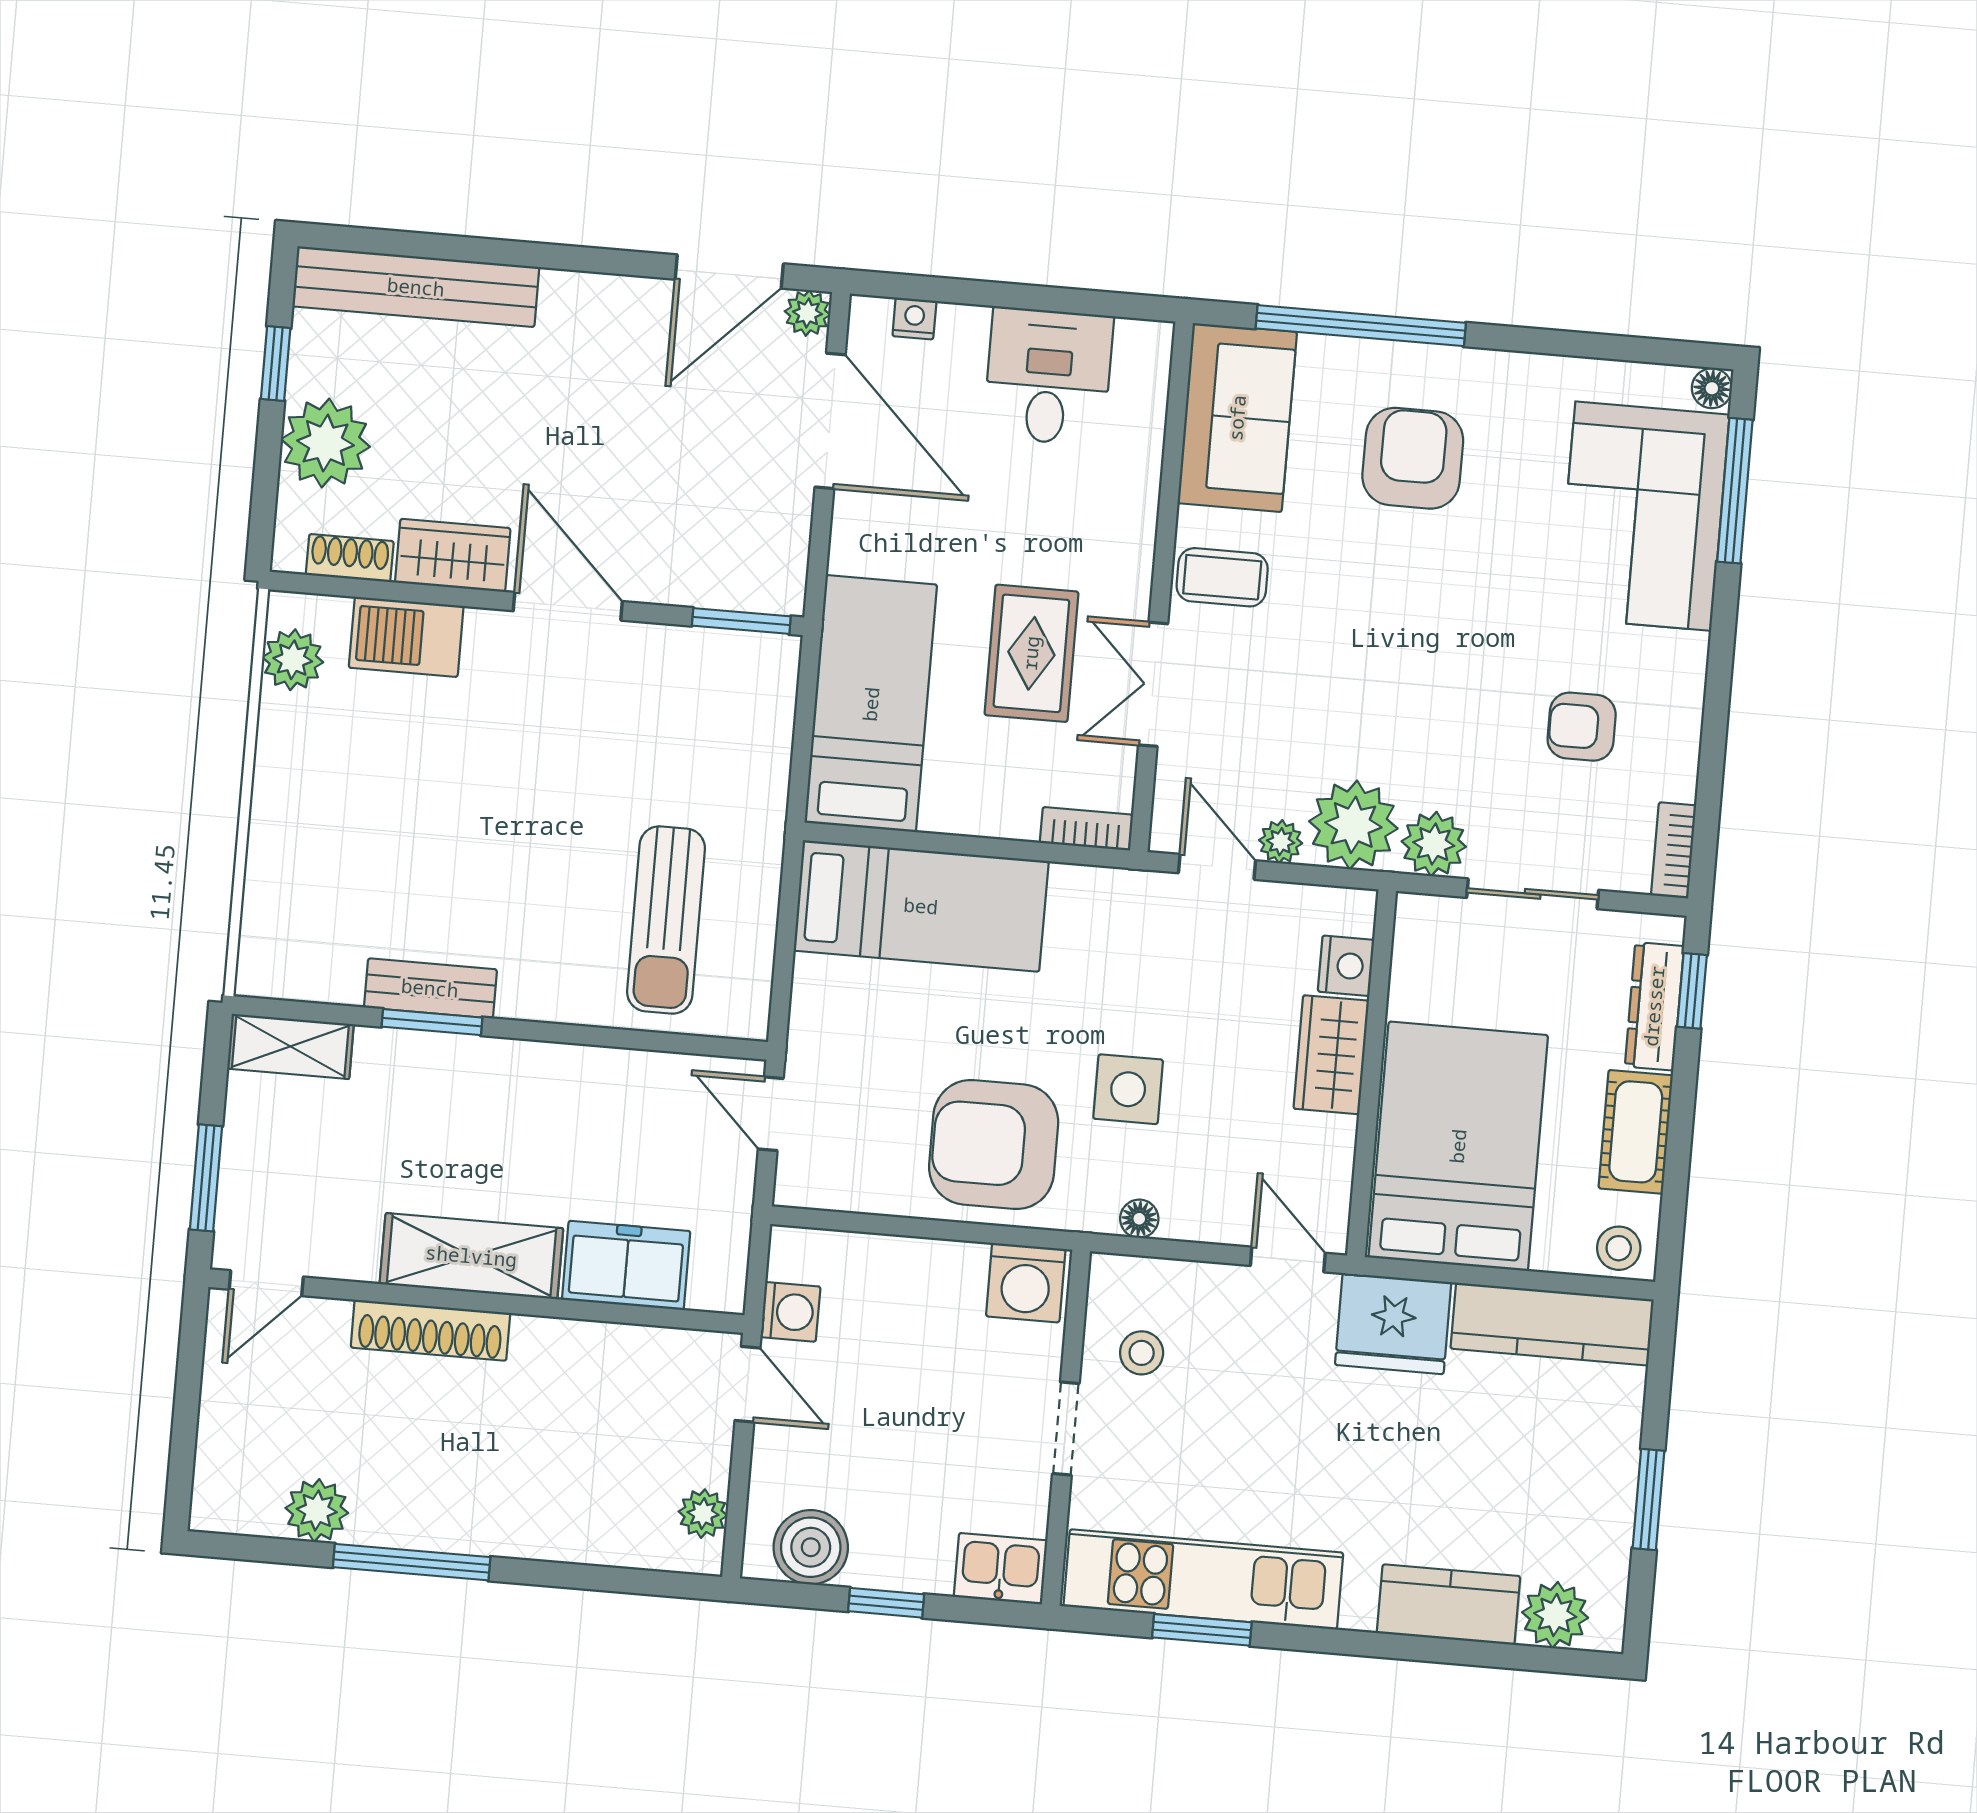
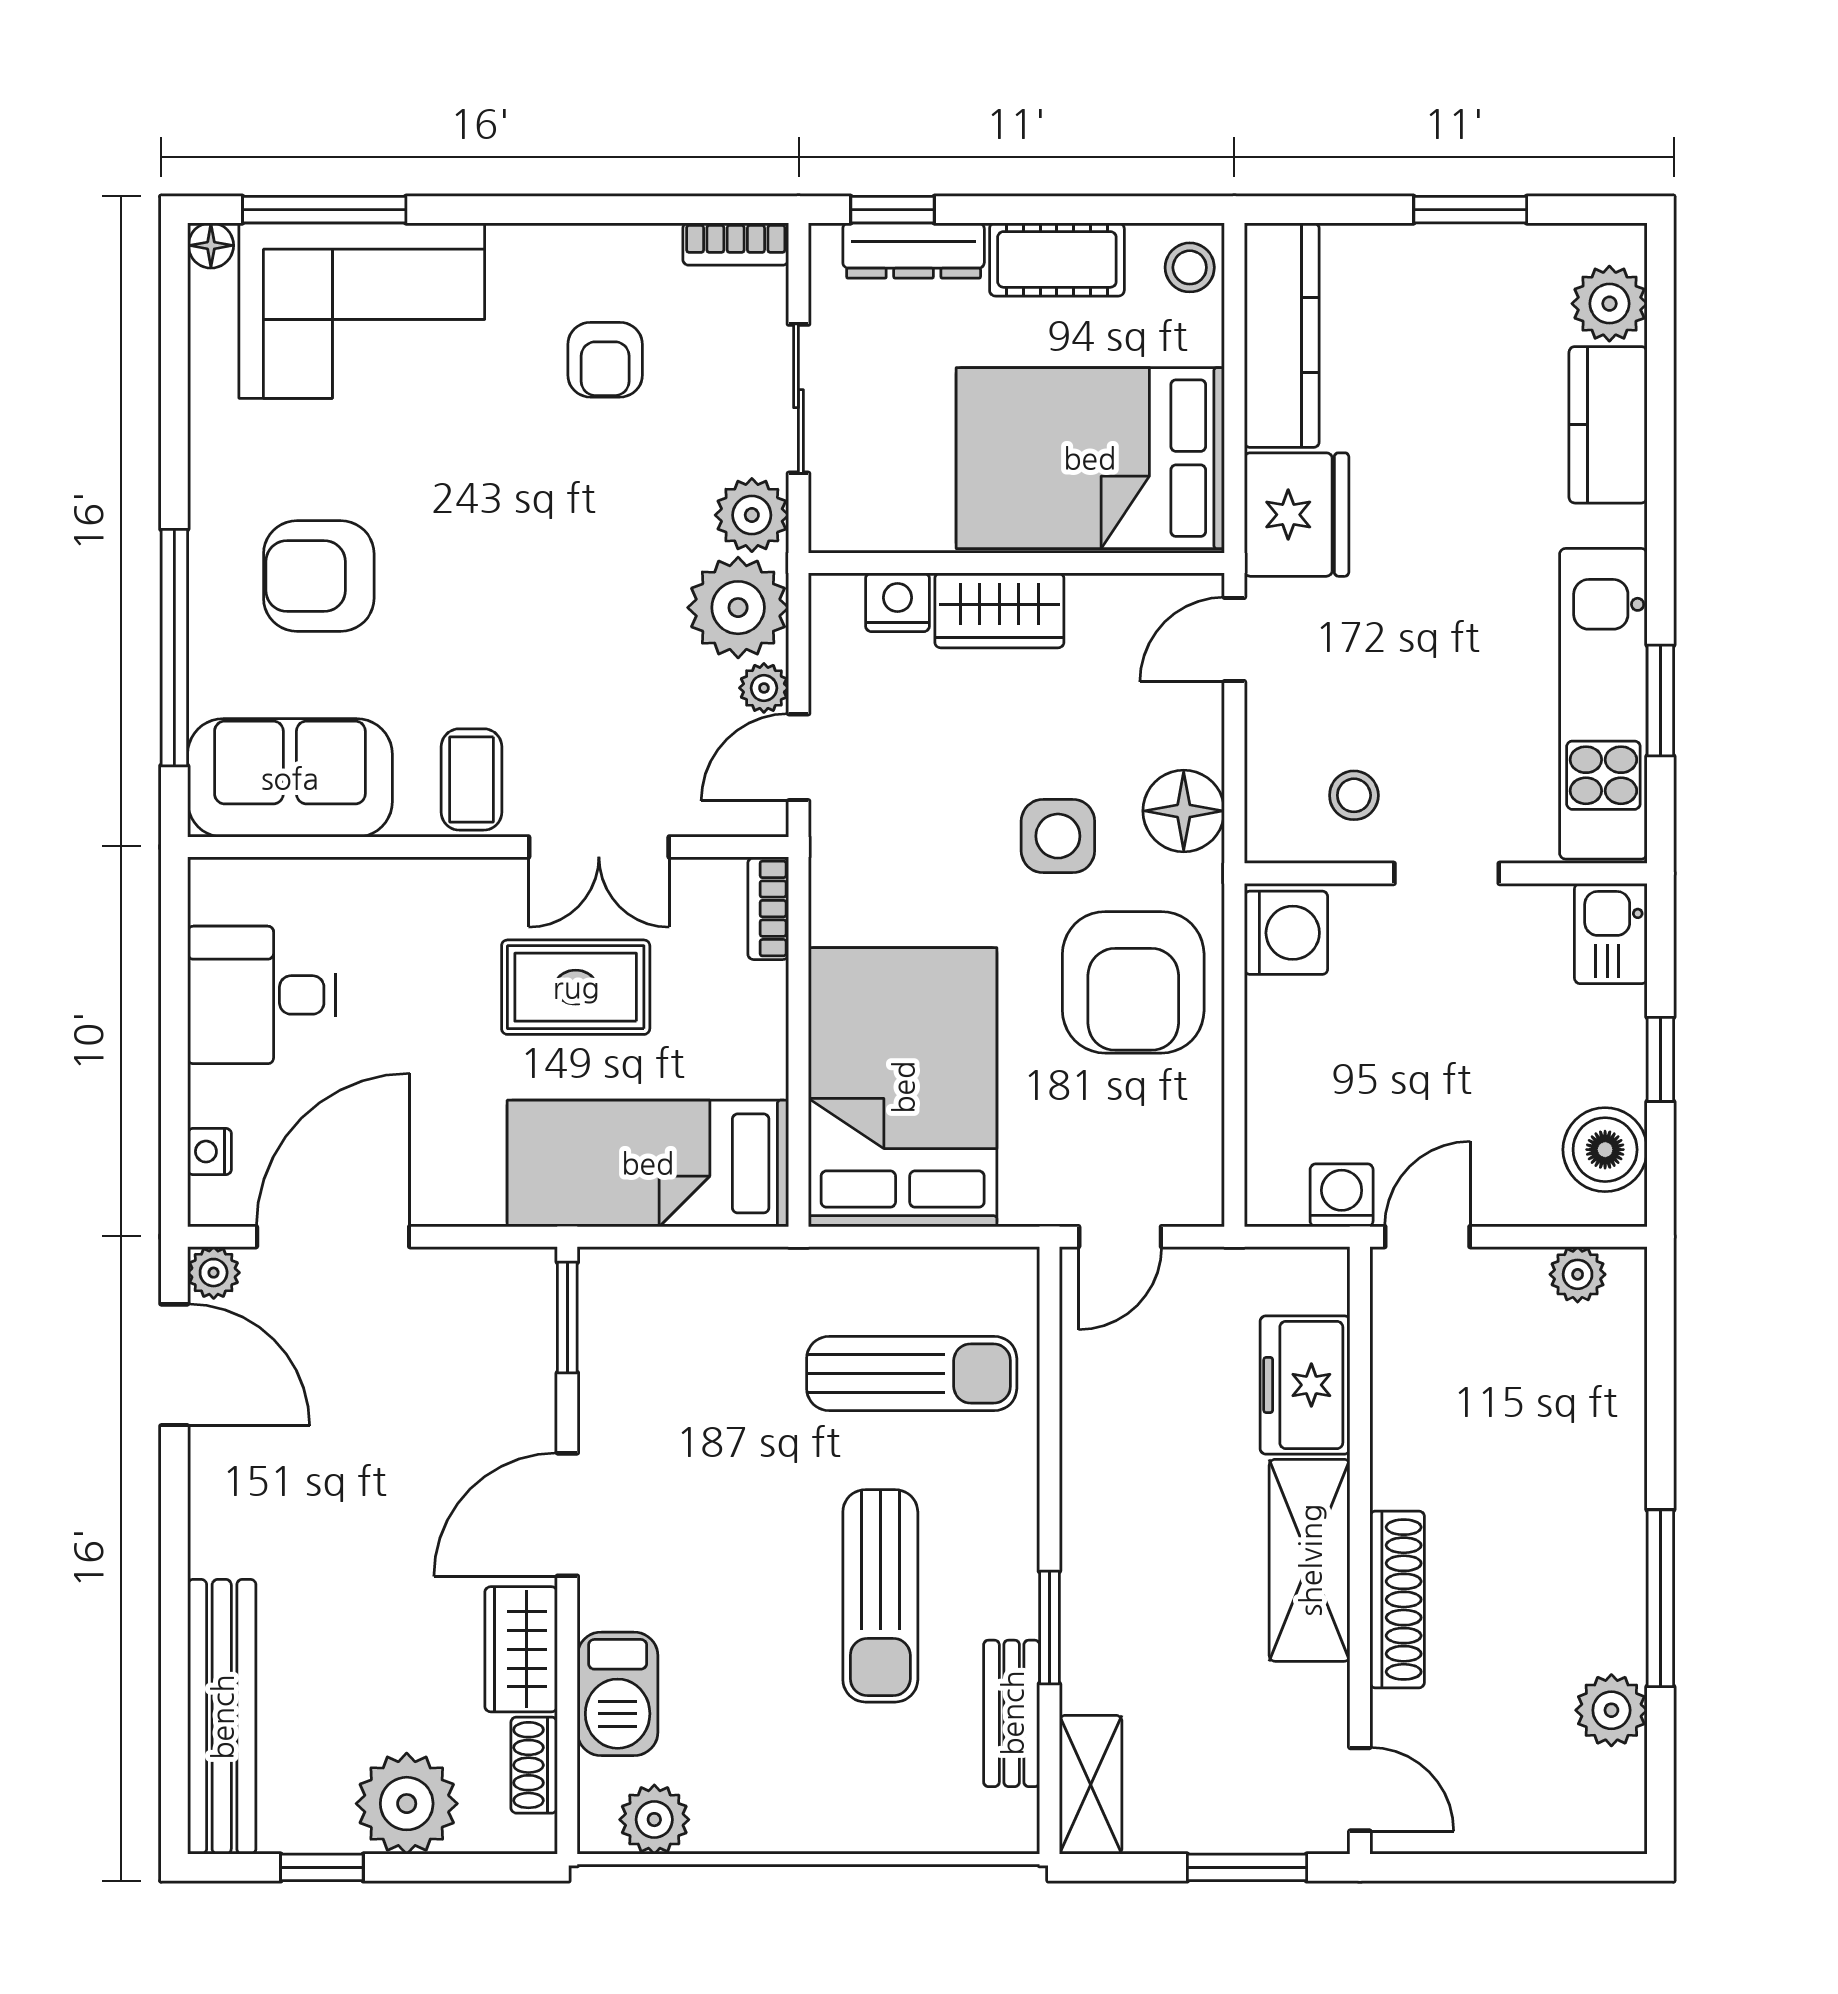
sun lounger: (473, 876) -> (880, 1596), added
bed: (921, 906) -> (903, 1087), width x1.50
bench: (430, 988) -> (1012, 1713), moved
floor lamp: (1139, 1219) -> (1184, 811), width x1.89, depth x1.89

